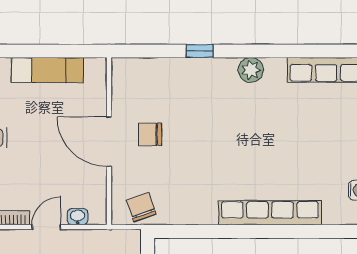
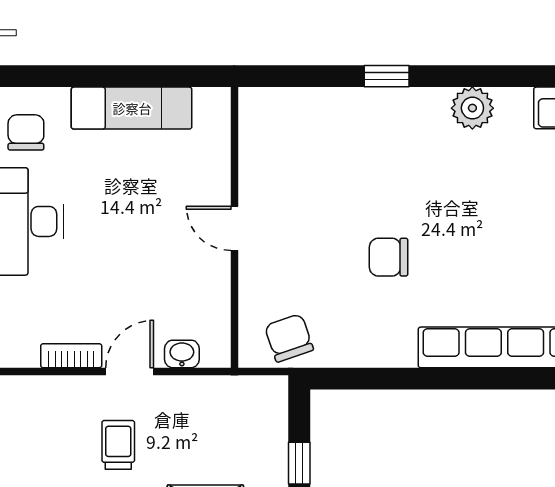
chair: (150, 134) -> (389, 257), moved
door: (109, 142) -> (234, 228), width x0.53

